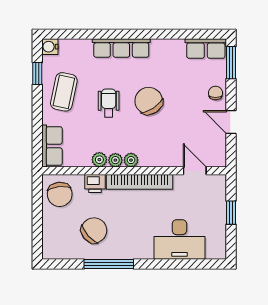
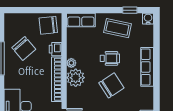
plant: (99, 160) -> (72, 52), removed
plant: (131, 160) -> (76, 78), width x1.88, depth x1.88

